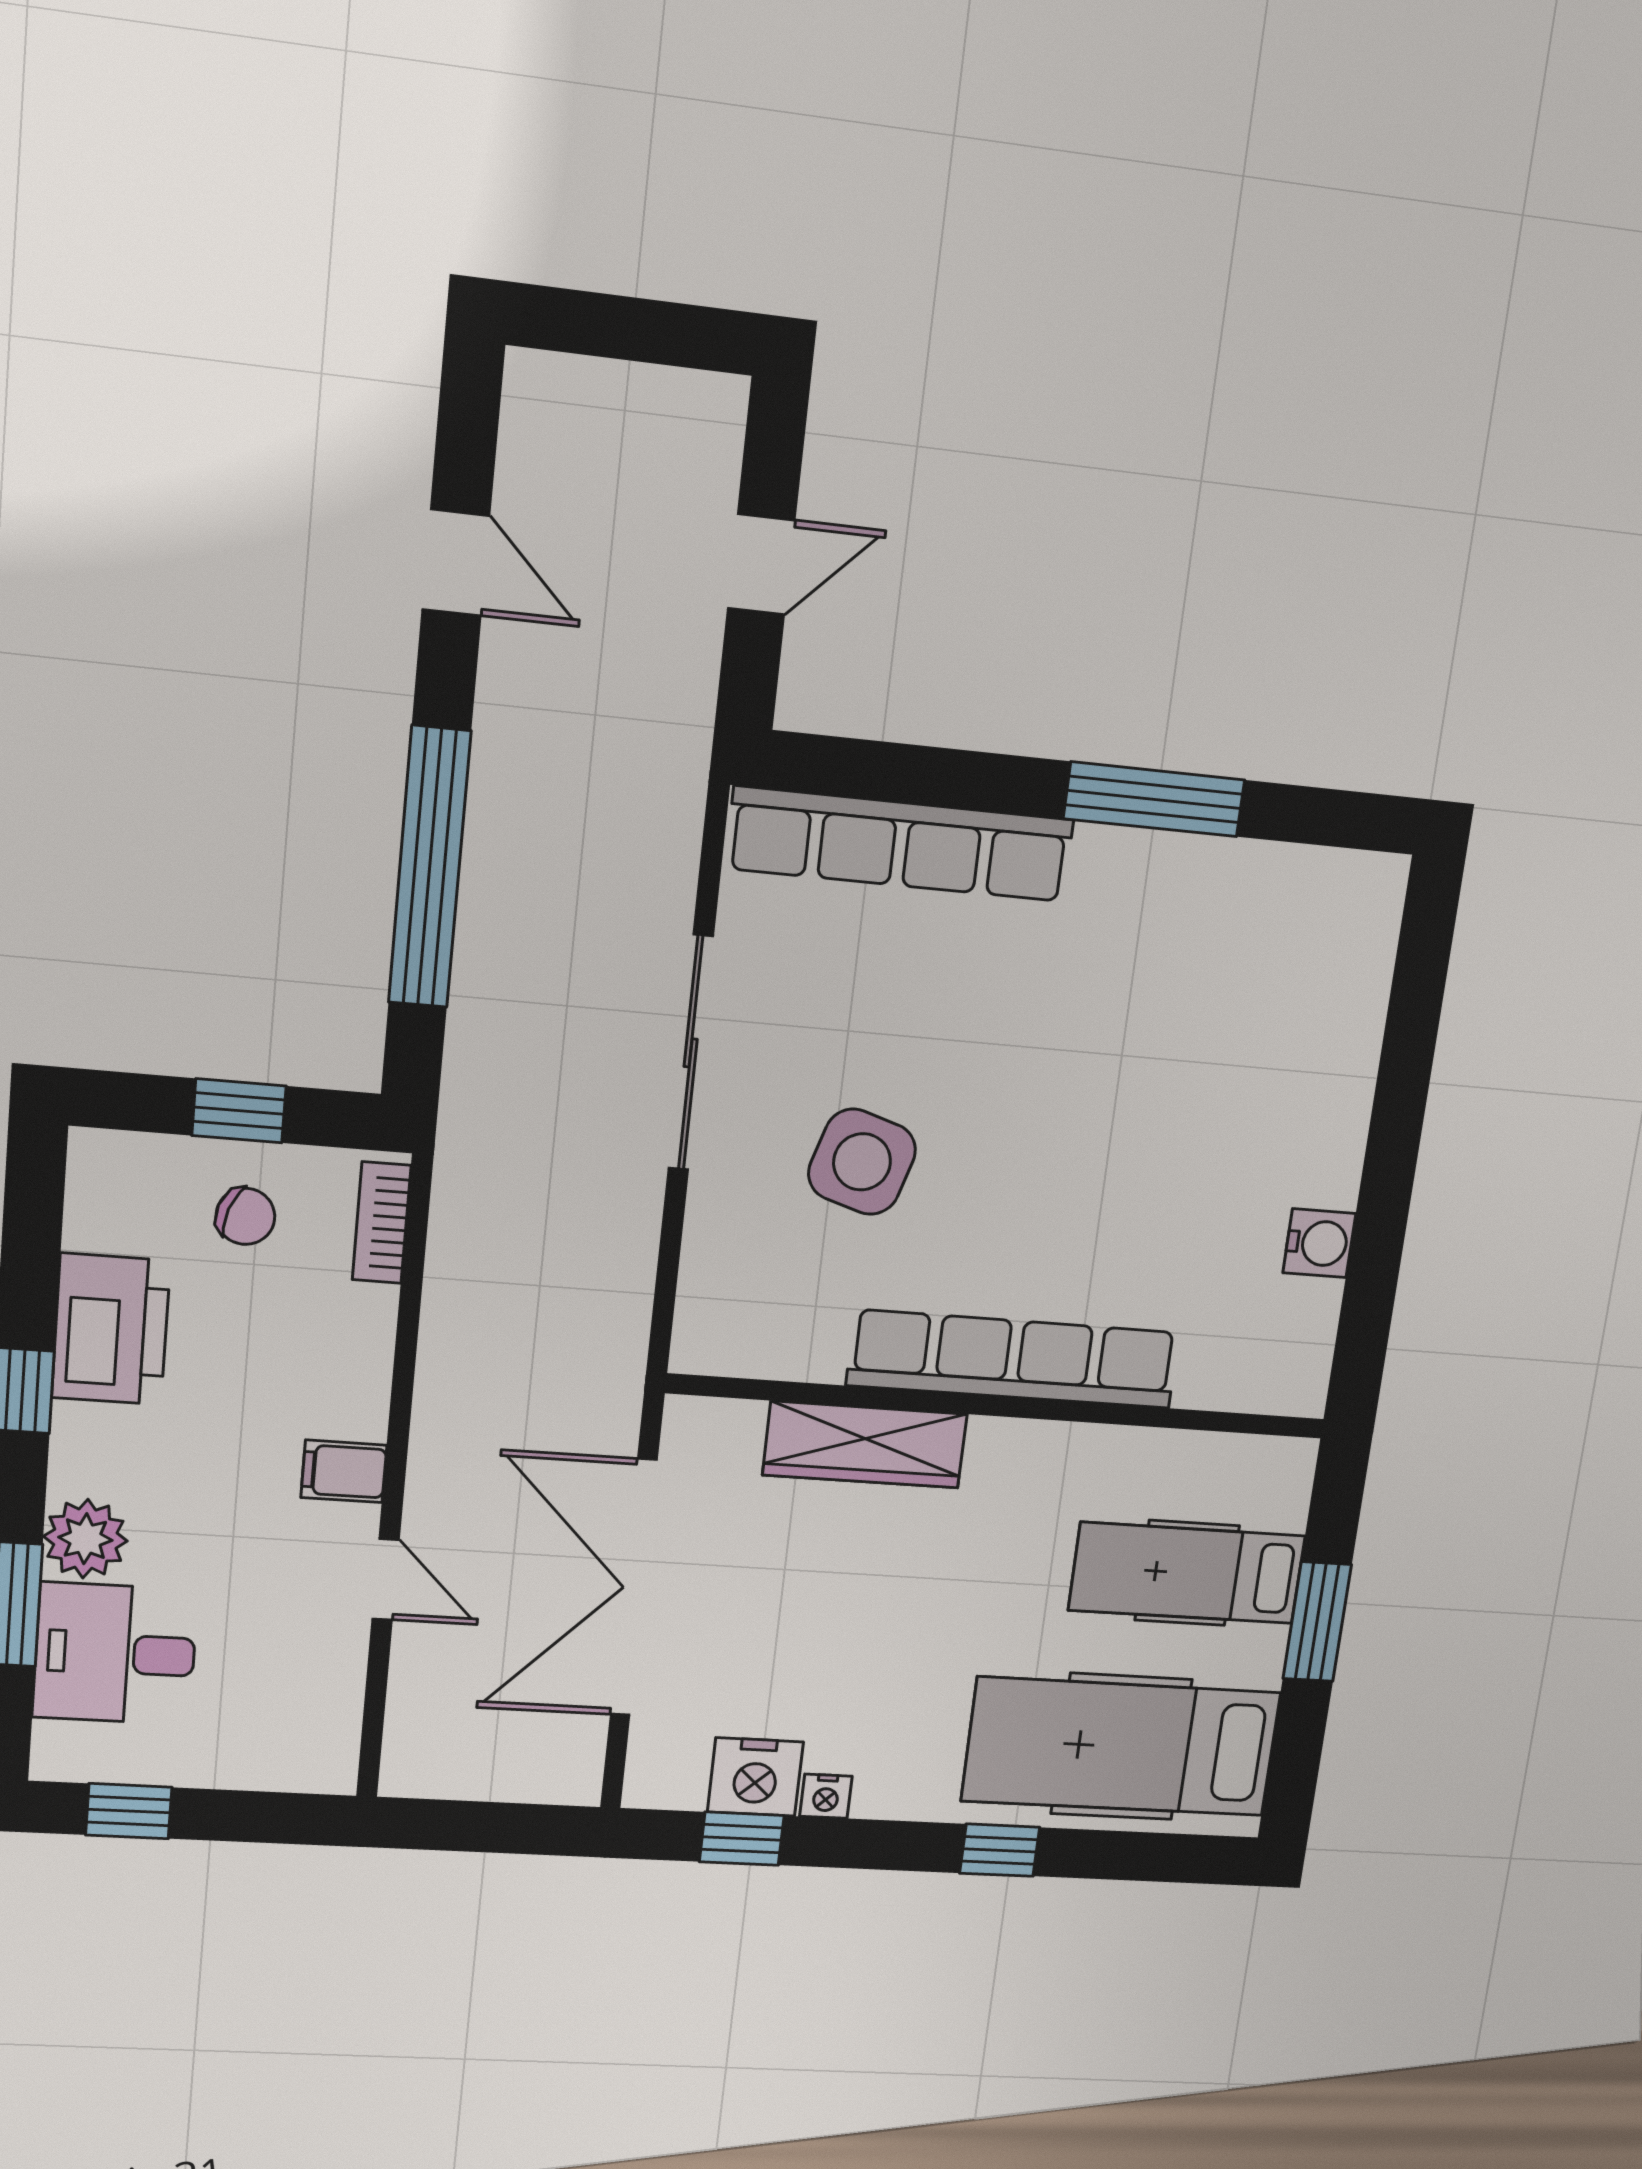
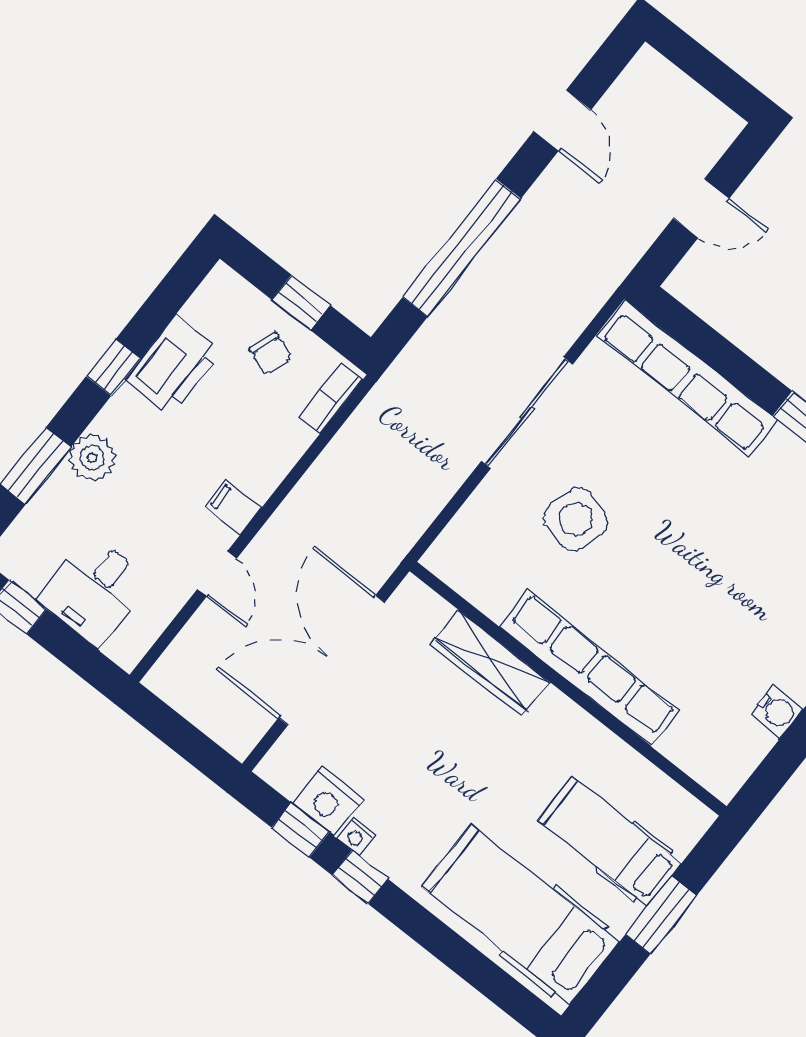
desk: (115, 1654) -> (94, 591), moved, turned -90
window: (1000, 1850) -> (360, 877), moved

